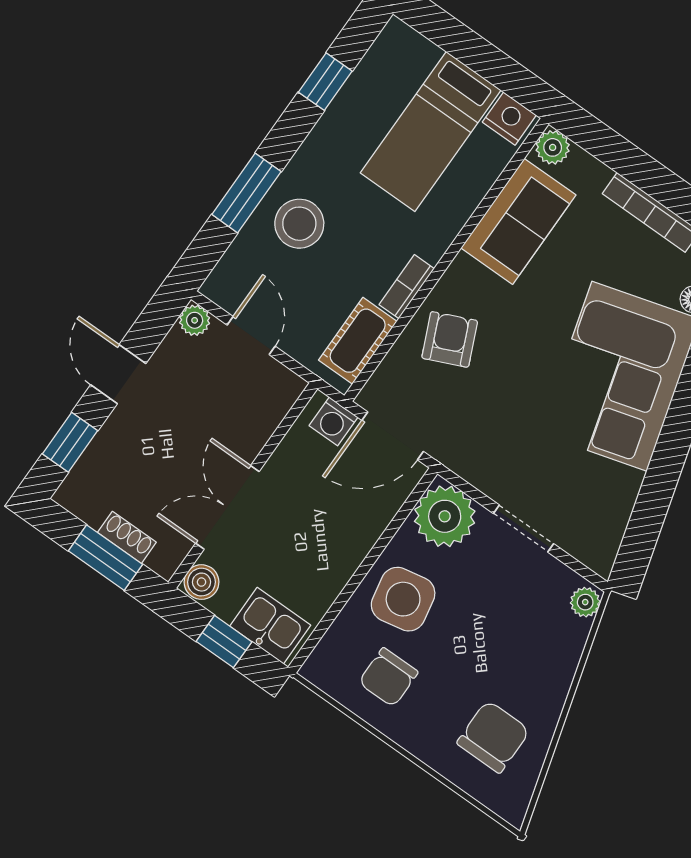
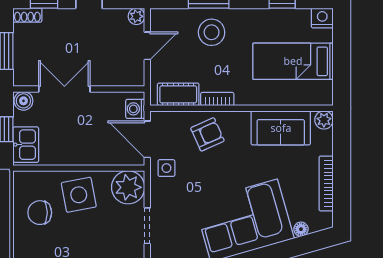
nightstand: (509, 119) -> (322, 18), moved, turned -90
side table: (457, 438) -> (166, 168), added
shoe rack: (127, 537) -> (27, 15), moved, turned 90

